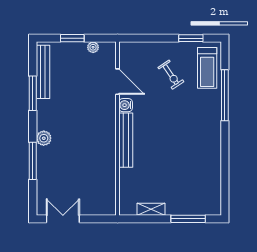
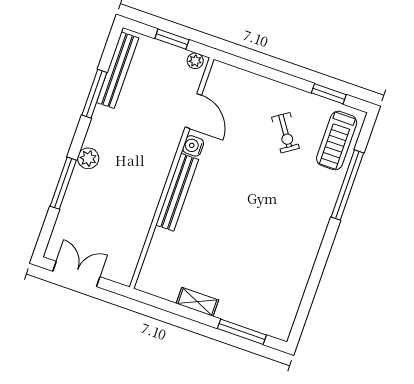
door: (118, 82) -> (193, 111), moved
water cooler: (126, 105) -> (193, 146), moved
wall: (118, 129) -> (172, 173), moved
bench: (126, 140) -> (177, 192), moved

